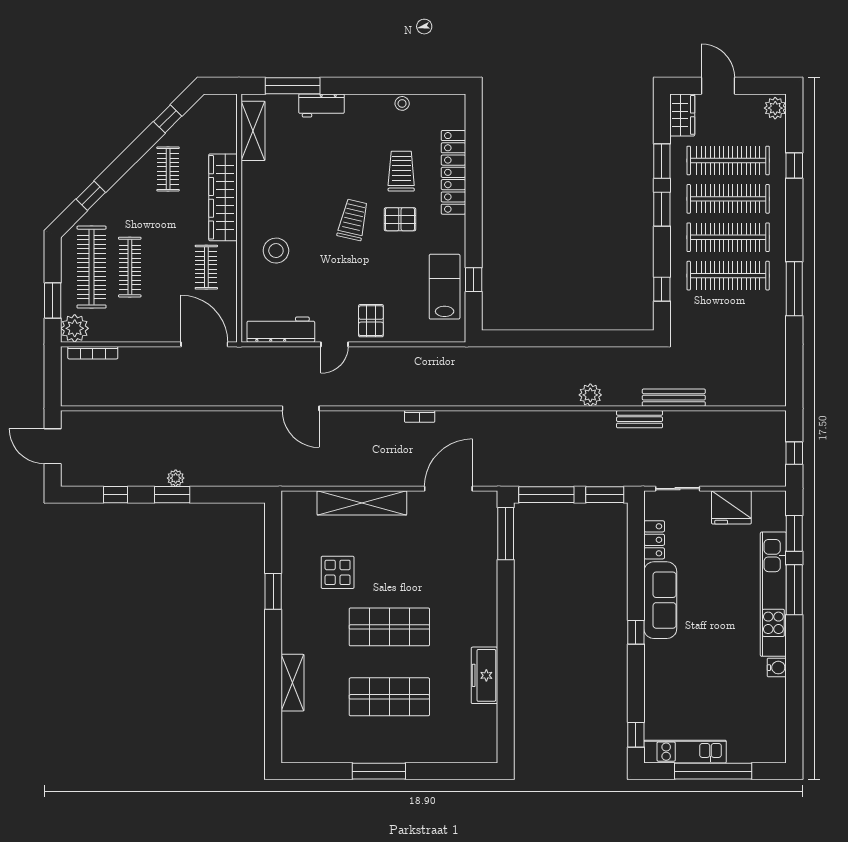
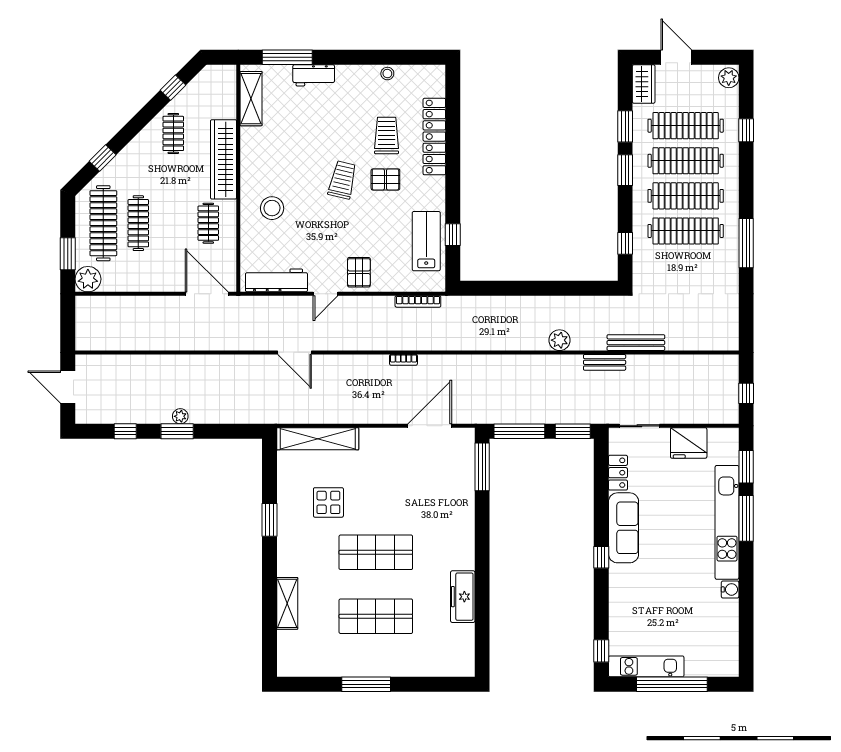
bookcase: (93, 353) -> (418, 301), moved
shelving: (362, 503) -> (318, 439), moved

